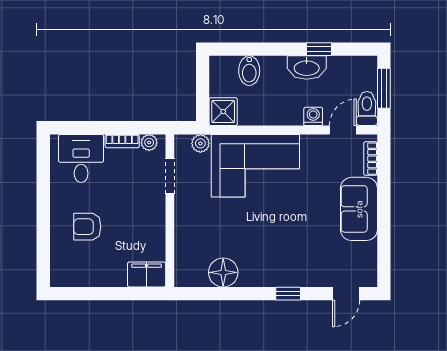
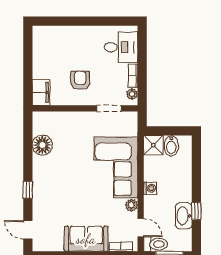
washbasin: (307, 67) -> (184, 216), moved
bidet: (249, 71) -> (171, 146), moved, turned -90
washing machine: (313, 116) -> (150, 188), moved
plant: (200, 143) -> (131, 205), moved
armchair: (87, 227) -> (80, 80), moved

